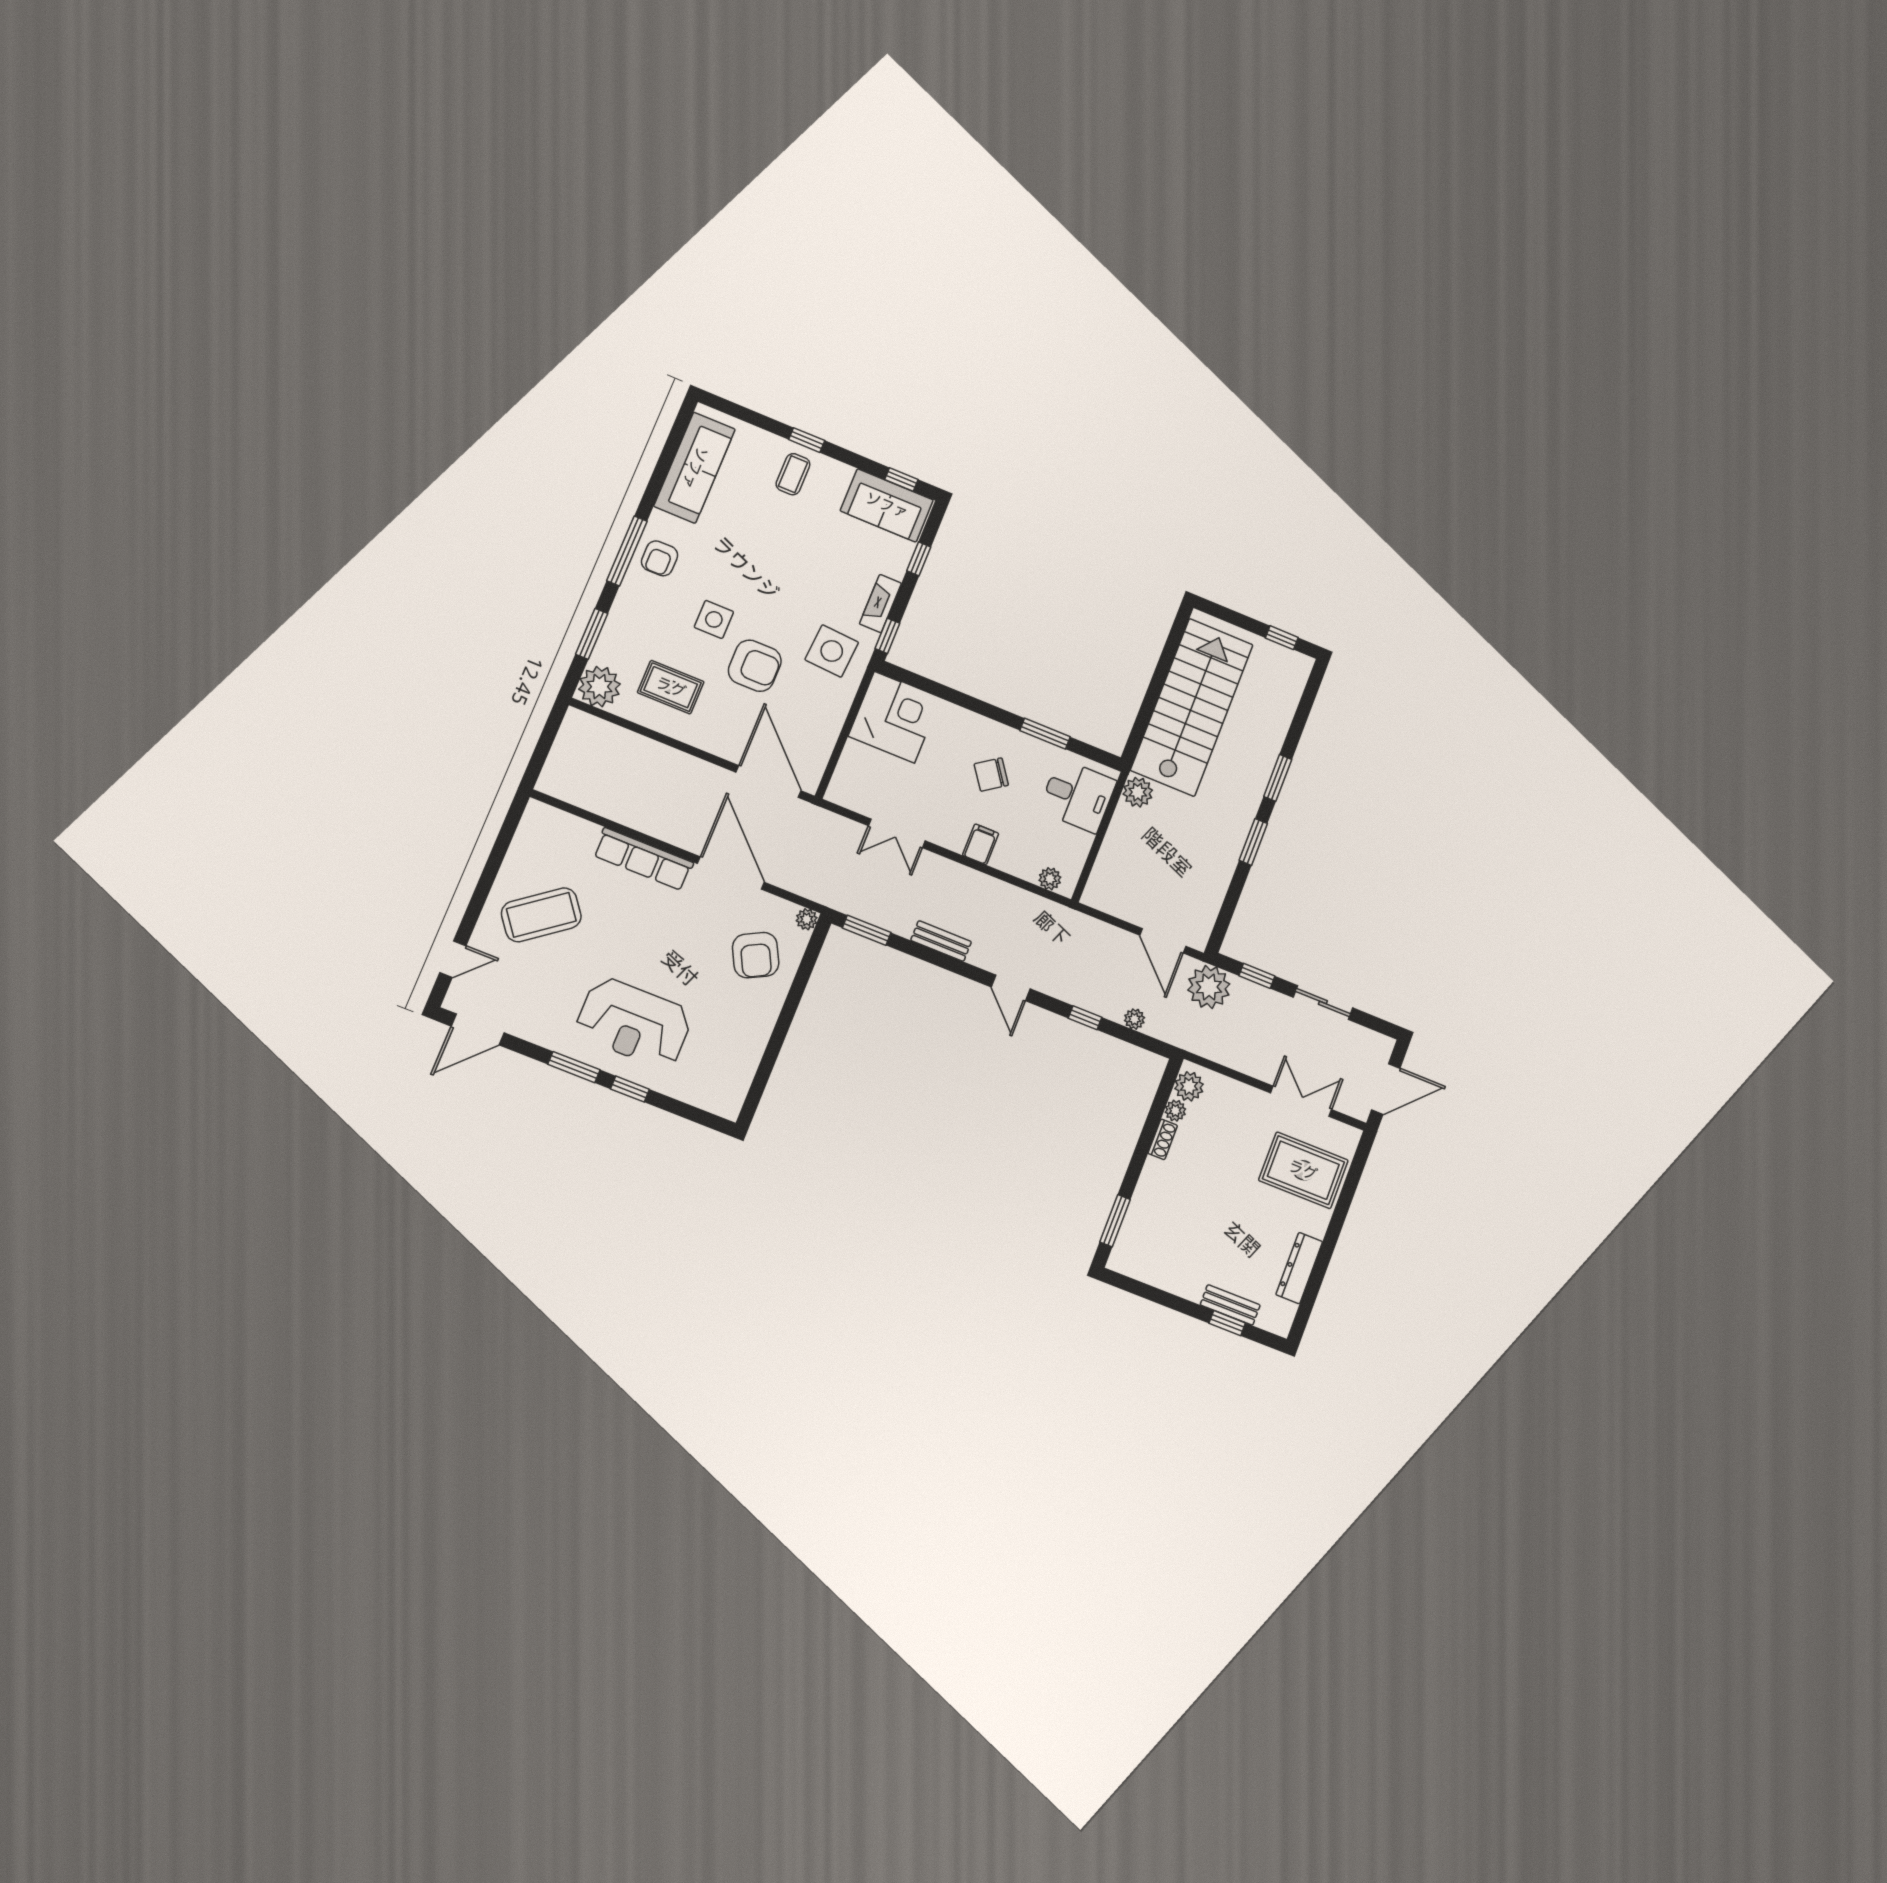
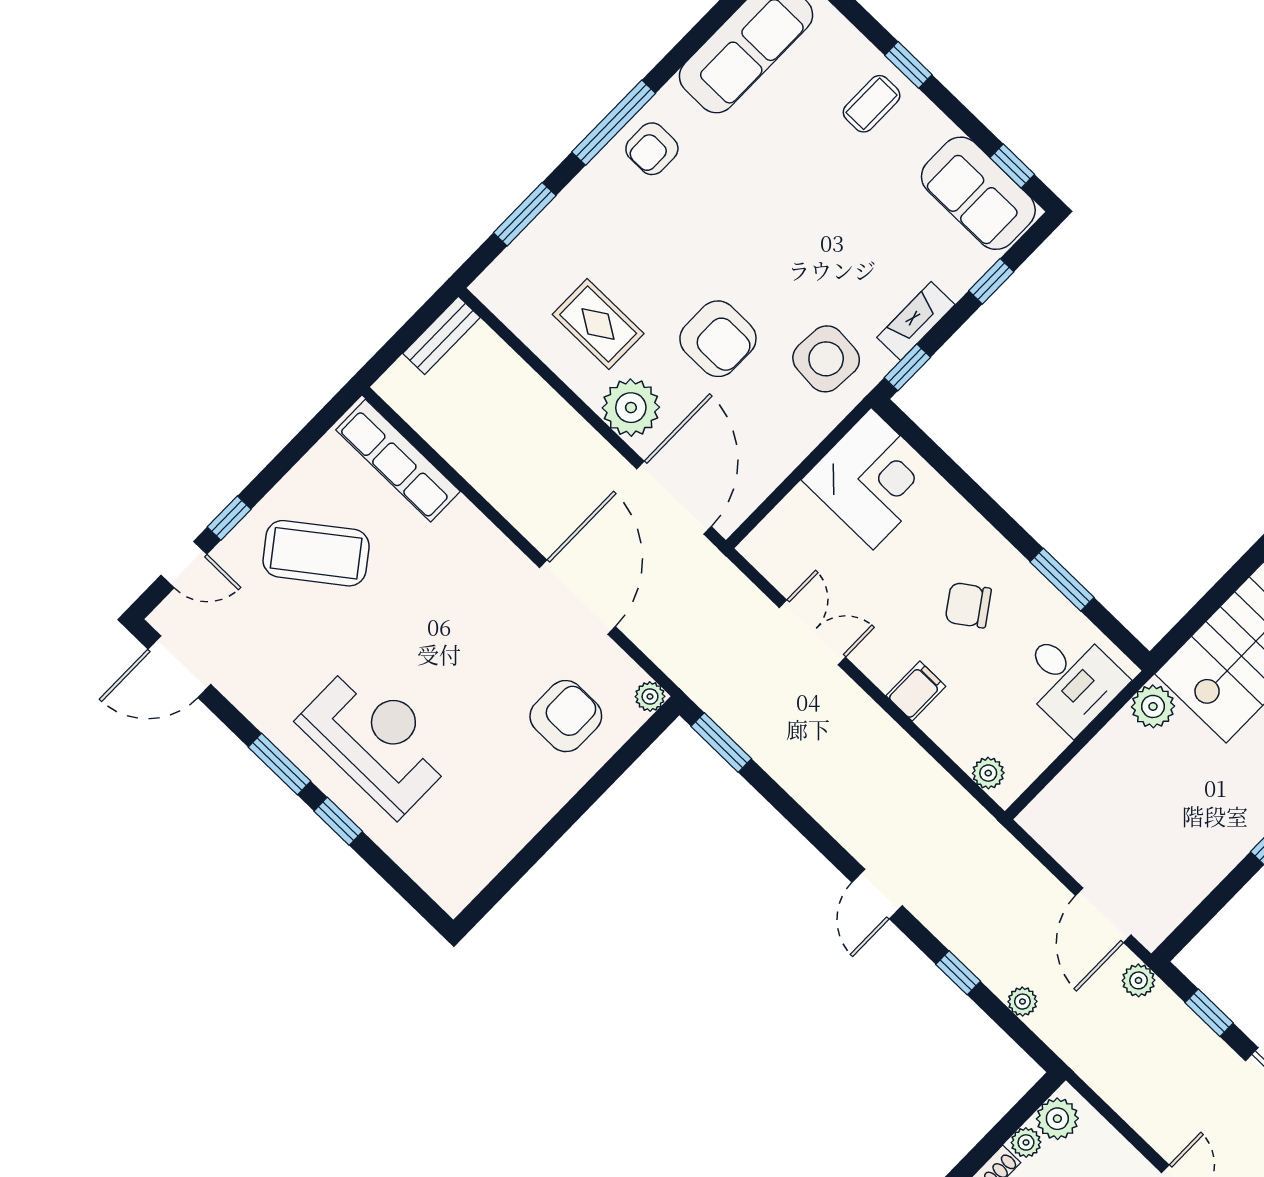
side table: (714, 619) -> (690, 257), removed
plant: (599, 687) -> (631, 408), moved
double door: (897, 833) -> (812, 632), swing flipped
row of seats: (643, 859) -> (398, 461), moved
window: (472, 915) -> (229, 518), added
bench: (941, 941) -> (441, 335), moved, turned 90
armchair: (756, 955) -> (566, 716), turned -153
plant: (1209, 987) -> (1138, 980), width x0.53, depth x0.53
reception desk: (634, 1023) -> (377, 739), turned 180

